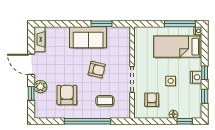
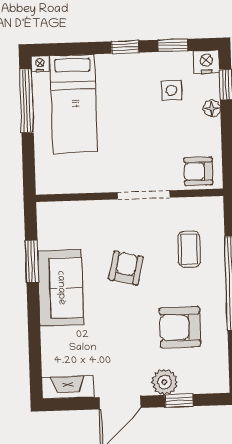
nightstand: (196, 77) -> (206, 62), moved
side table: (171, 81) -> (171, 90), moved
armchair: (152, 100) -> (198, 171), moved

